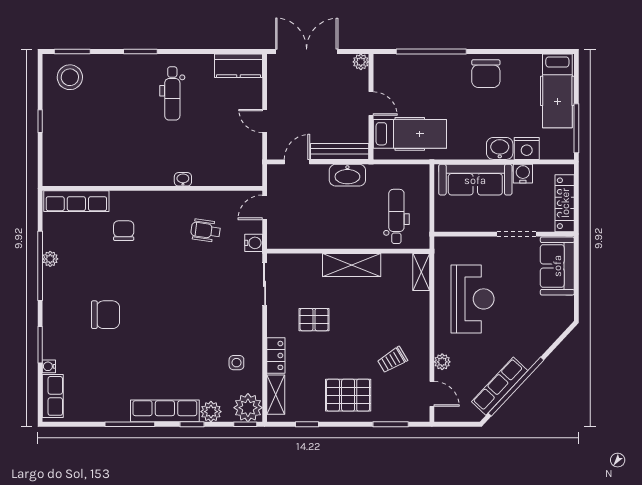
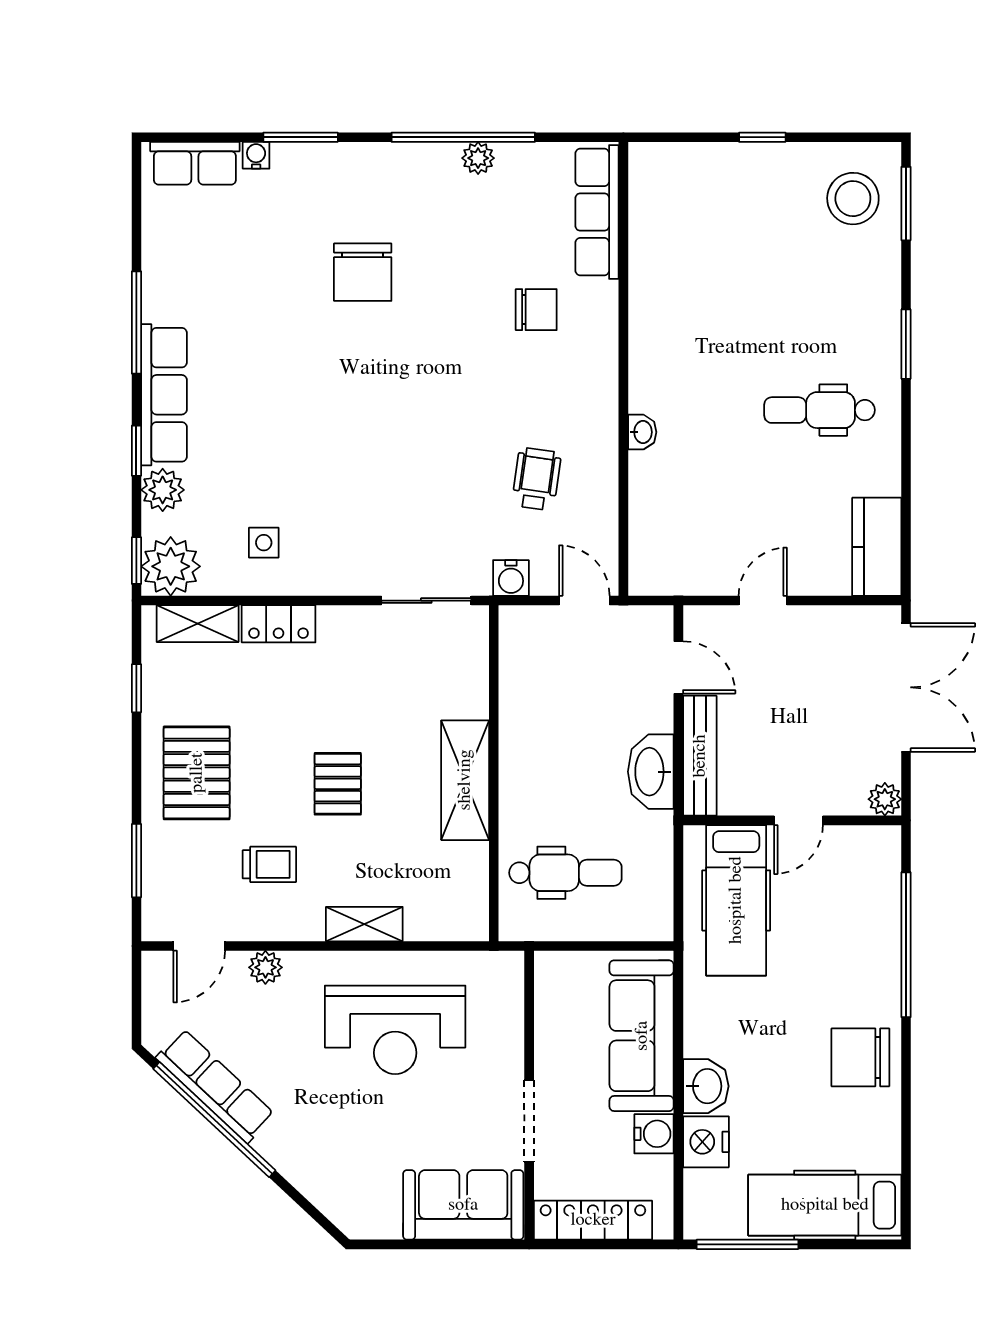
shelving: (421, 272) -> (364, 924), moved
pallet: (314, 320) -> (338, 784), moved
trolley: (392, 360) -> (269, 864), turned 121

